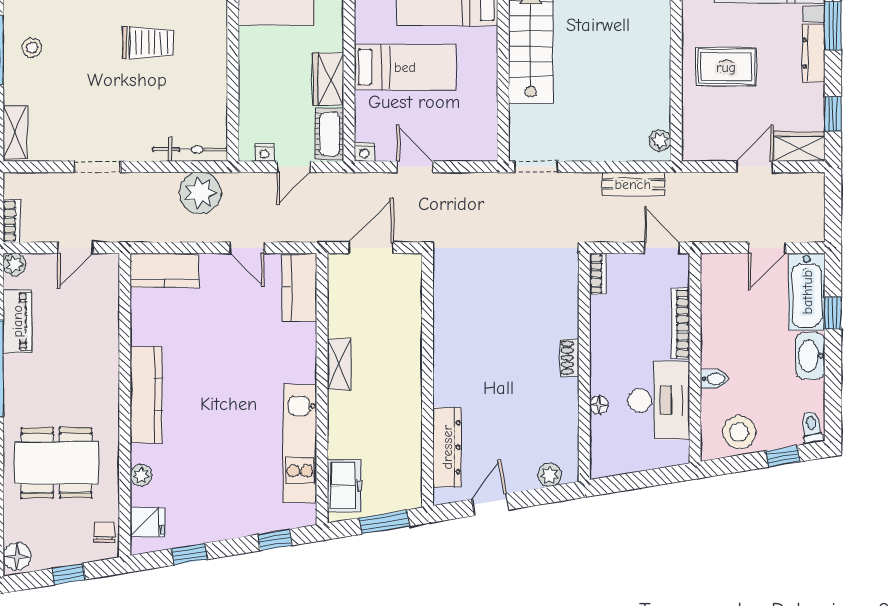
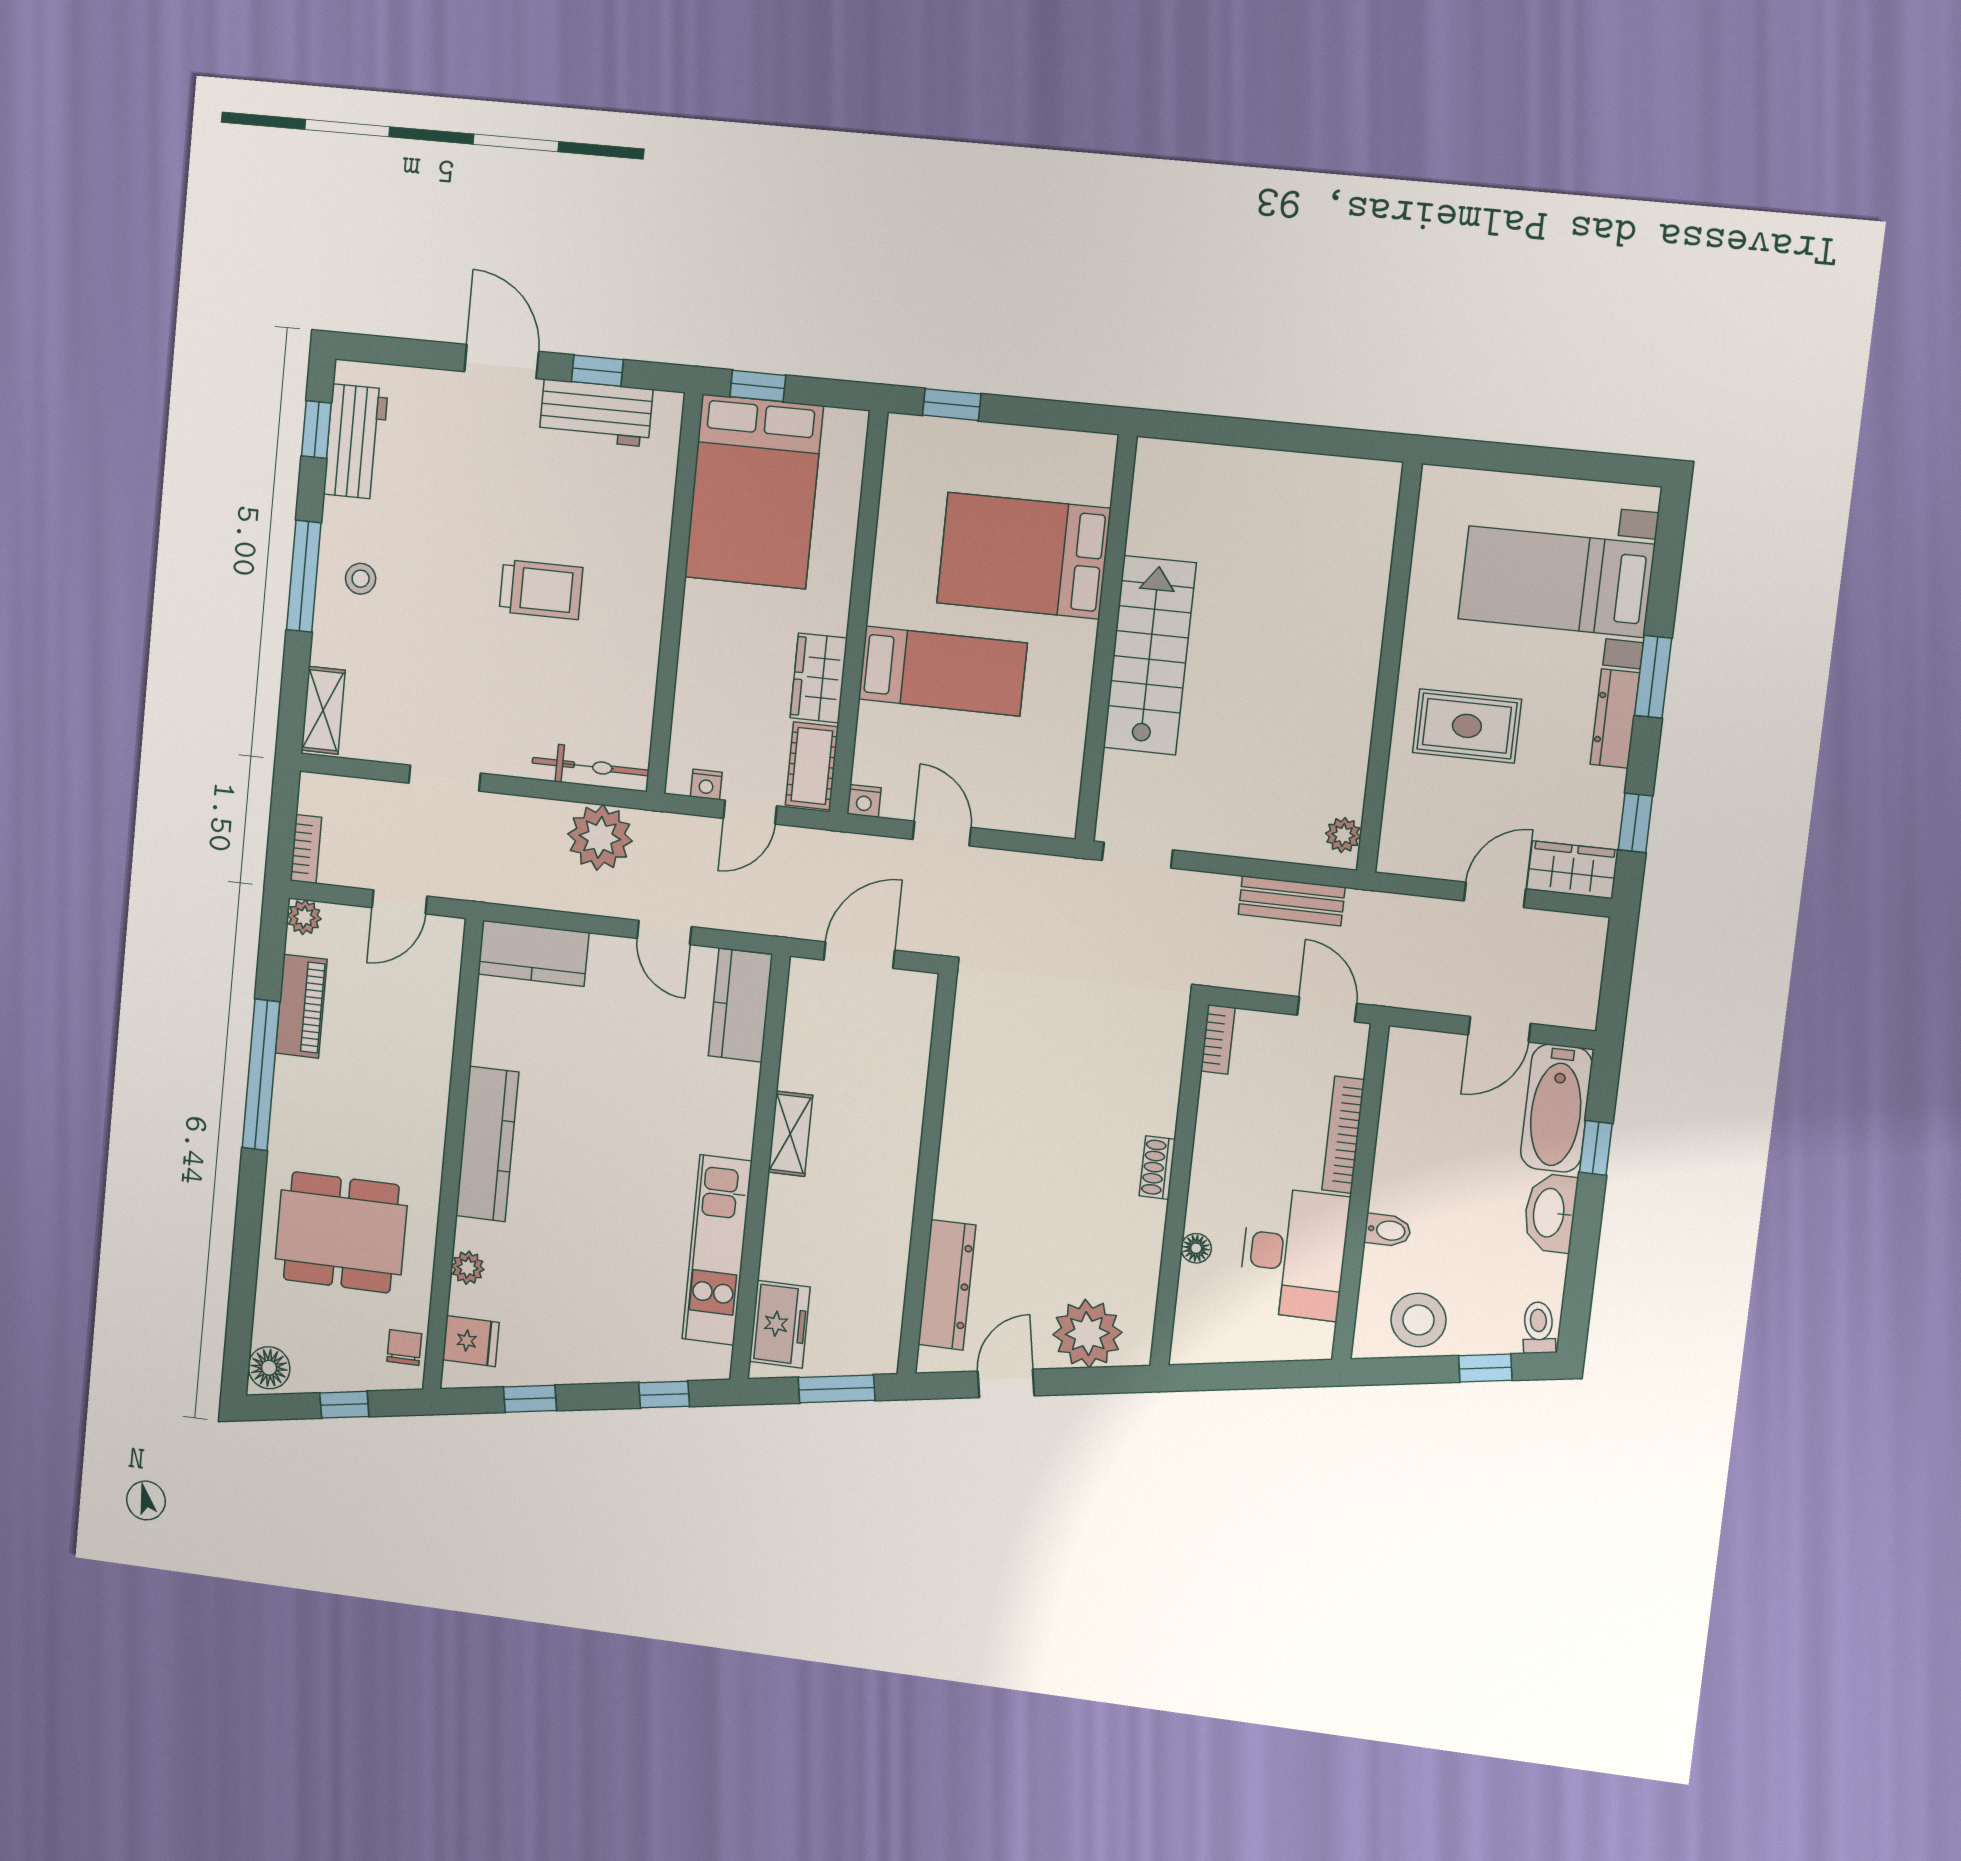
plant: (549, 475) -> (1087, 1334), width x1.87, depth x1.87

